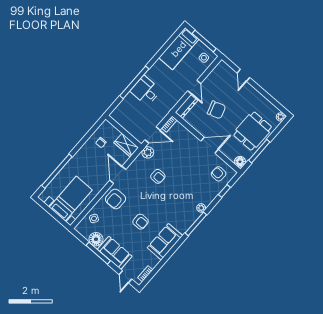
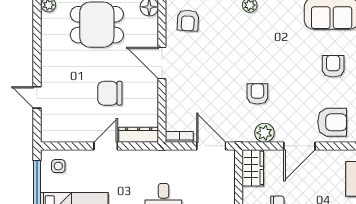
door: (243, 75) -> (37, 97), swing flipped
chair: (216, 110) -> (110, 93), turned -72
plant: (148, 152) -> (264, 133), moved

